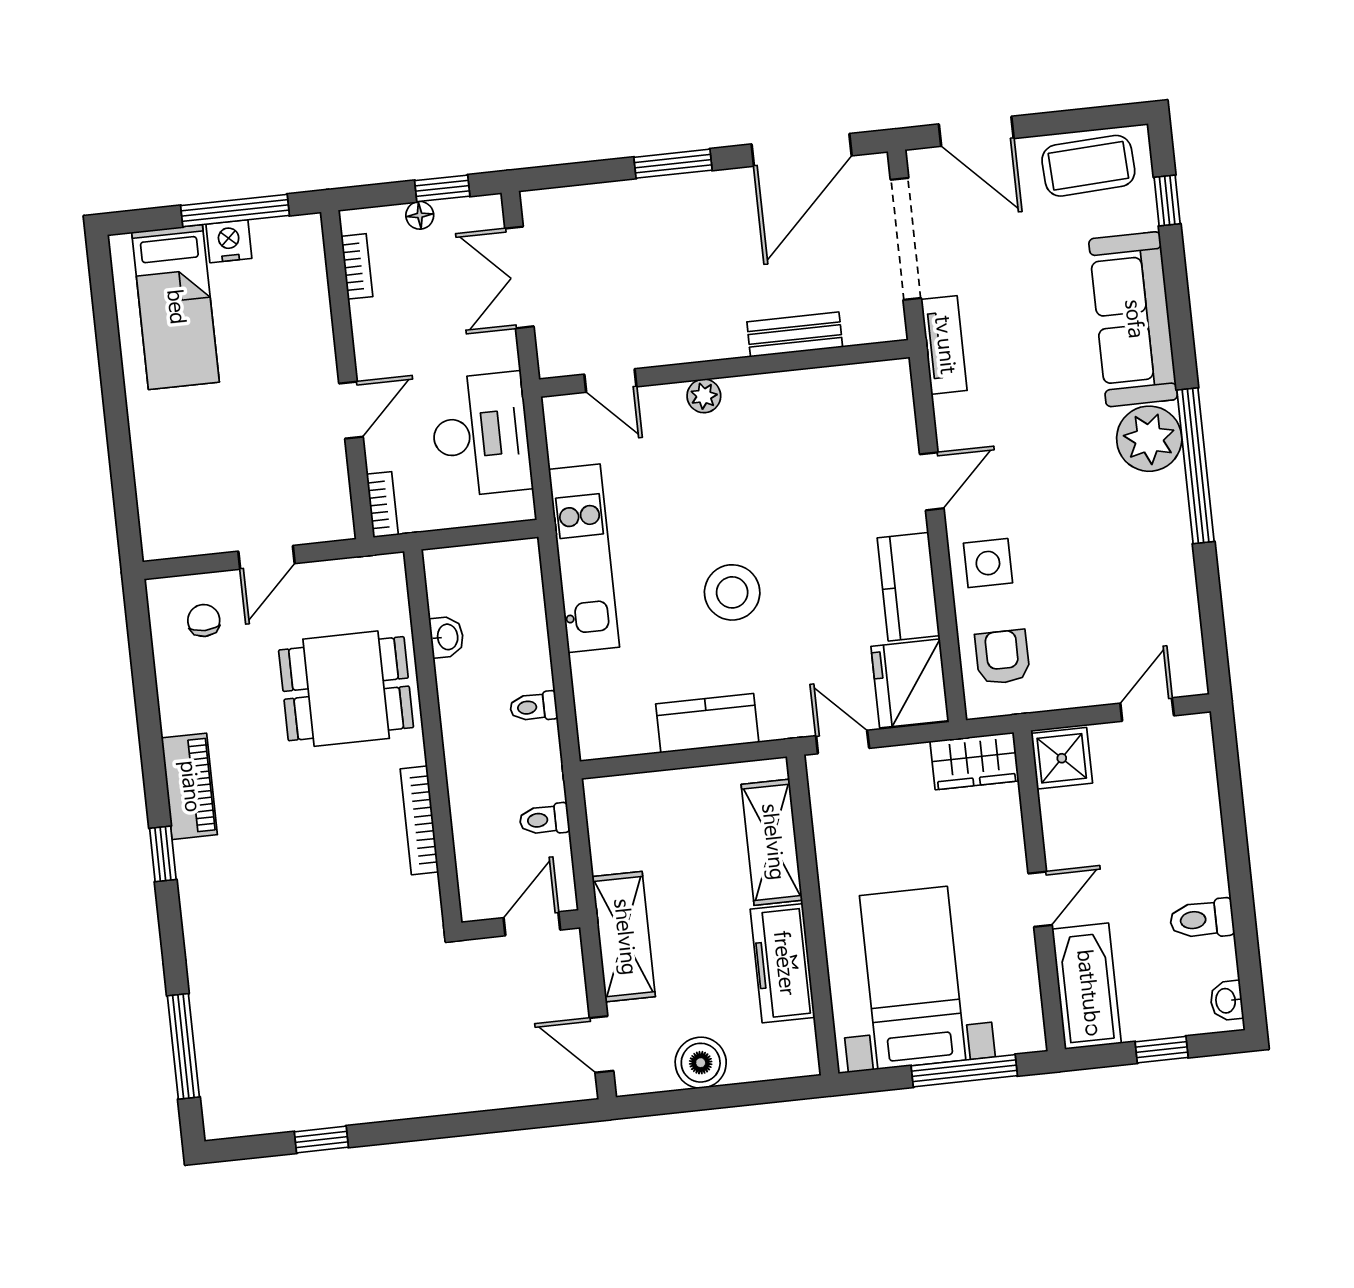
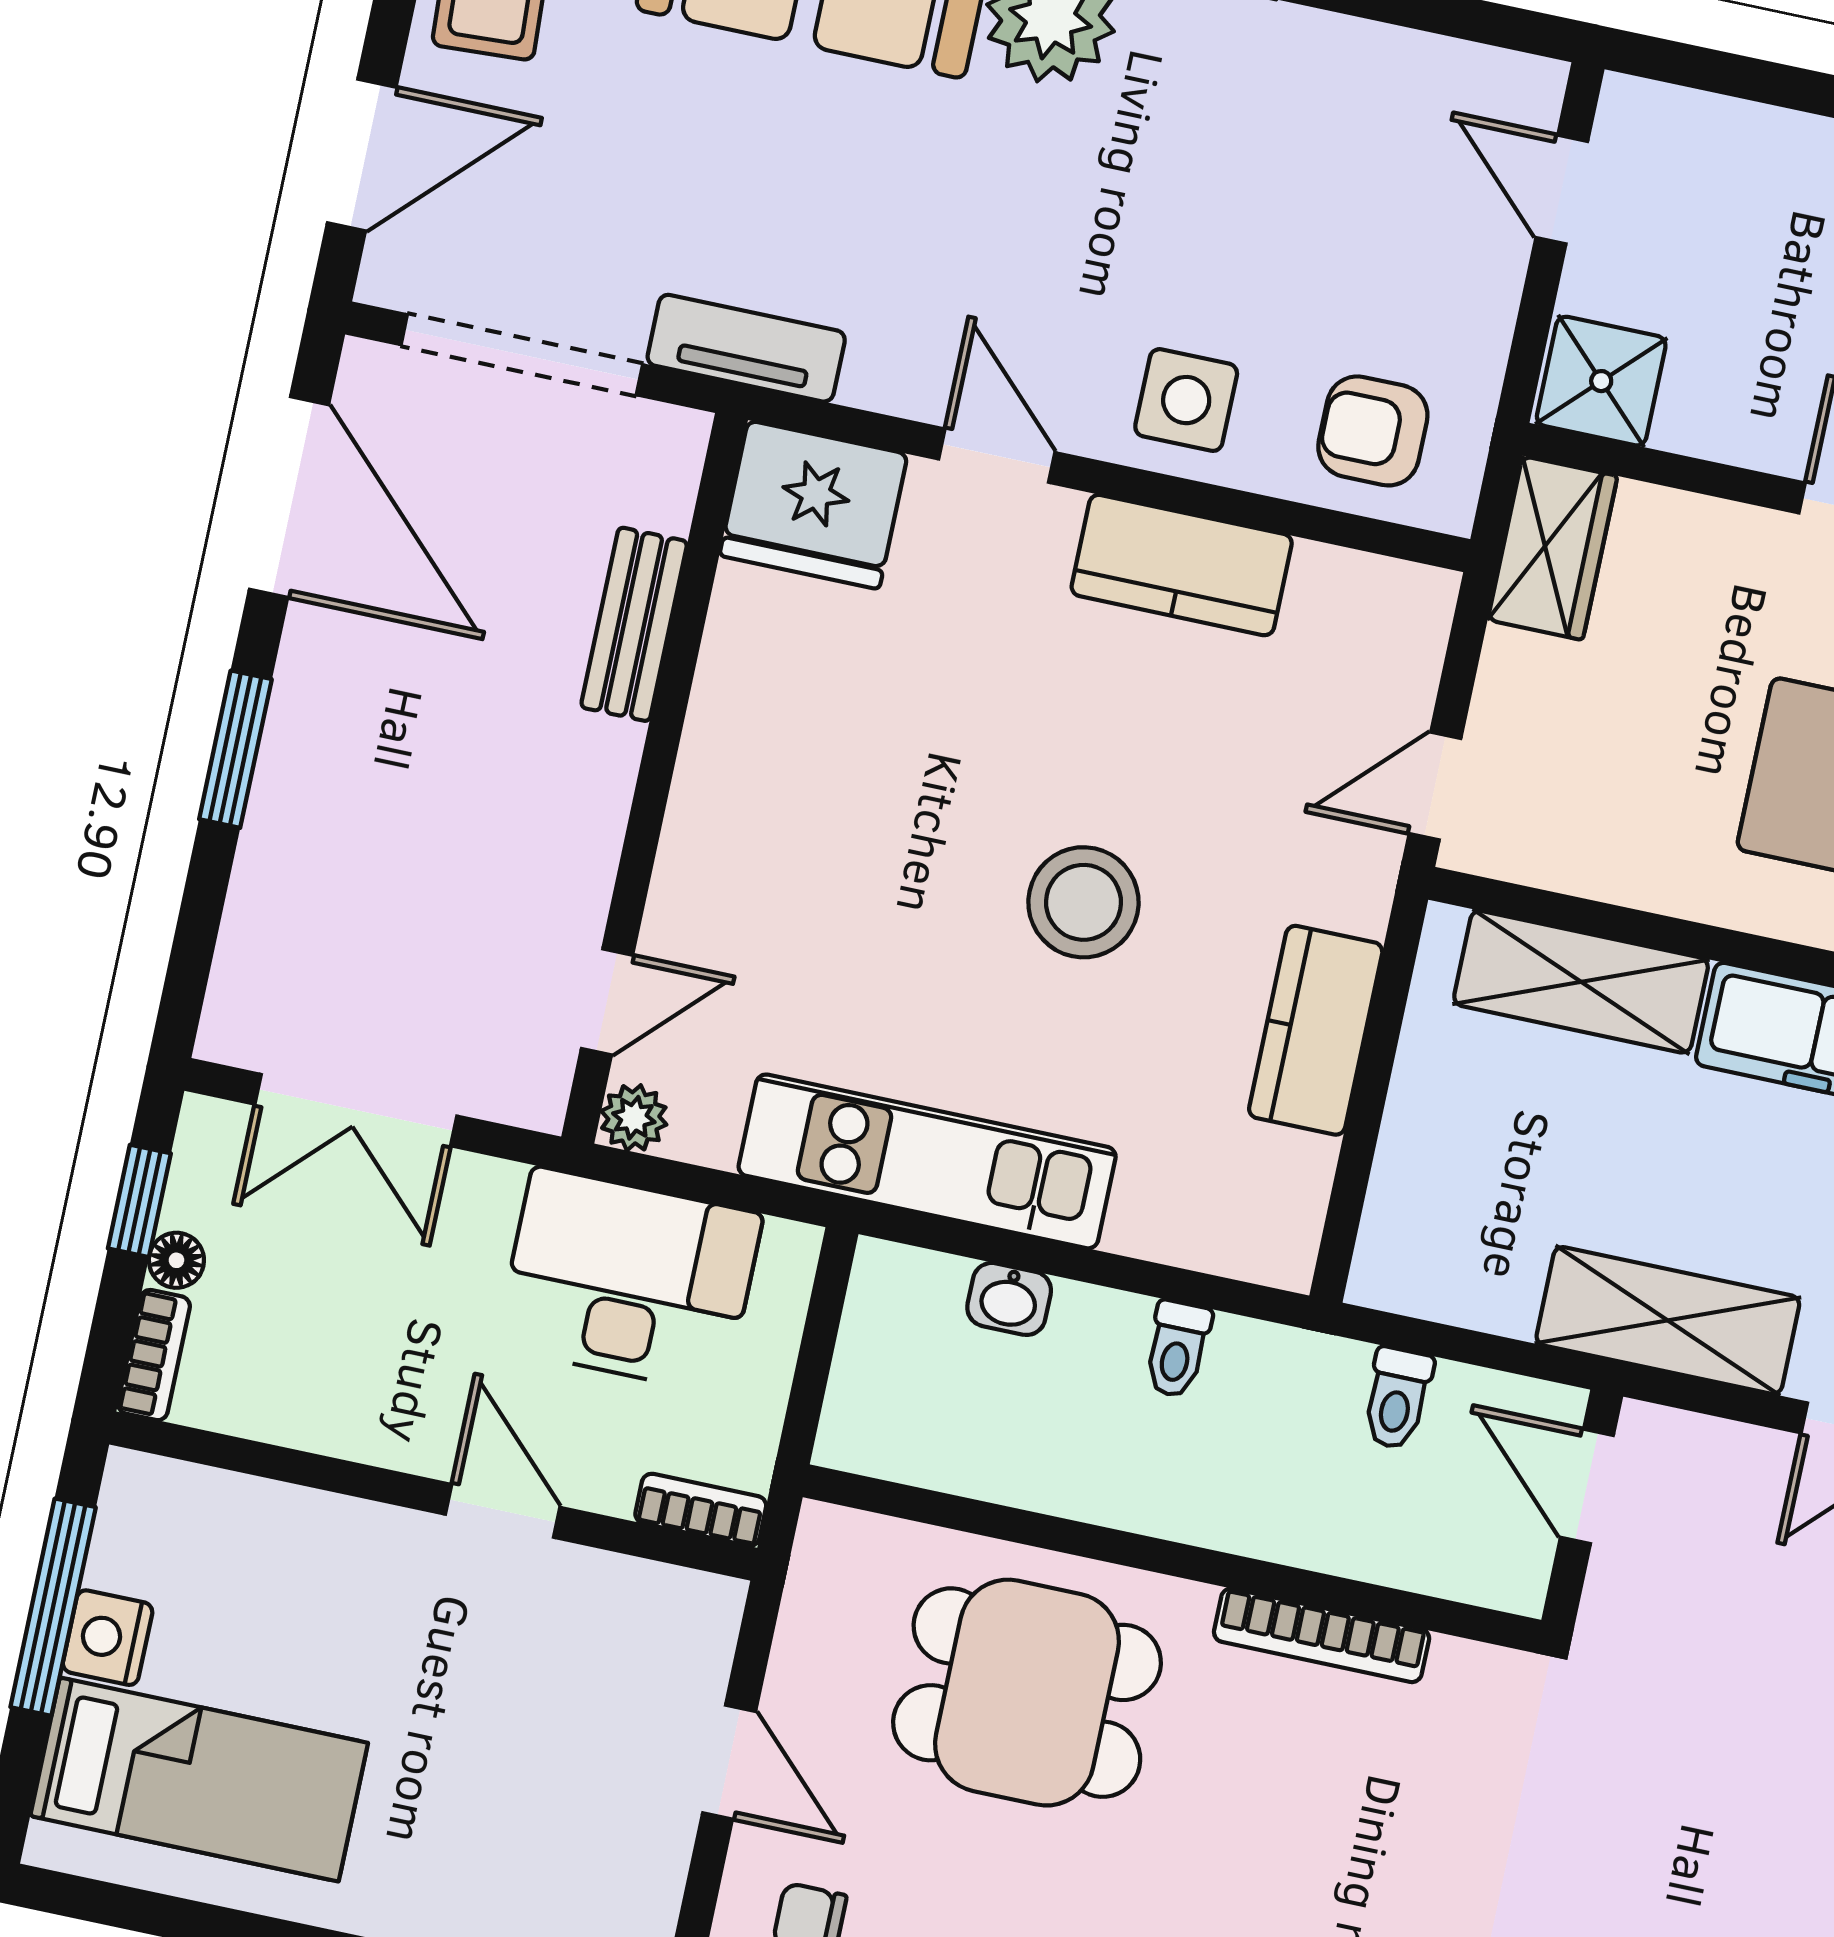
bookcase: (357, 266) -> (154, 1355), moved, turned 90
plant: (704, 396) -> (634, 1118), moved
washbasin: (447, 637) -> (1009, 1299), moved, turned 180
fridge: (910, 683) -> (814, 505), moved
dining table: (346, 689) -> (1027, 1693), turned 90

